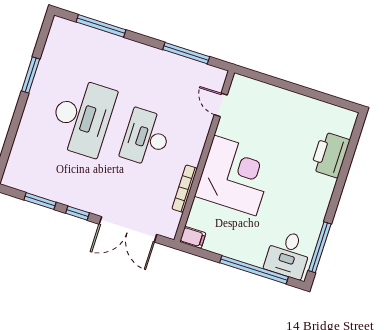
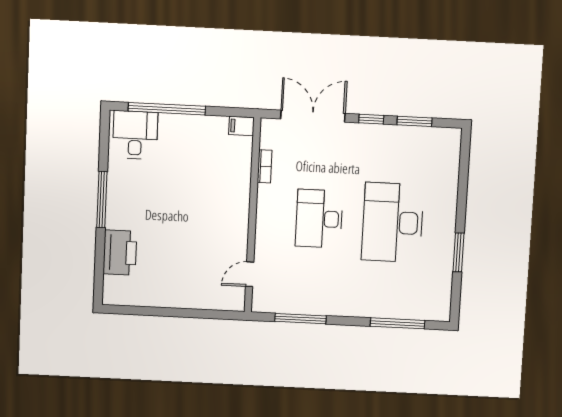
door: (221, 105) -> (250, 274), swing flipped
desk: (146, 138) -> (319, 219), turned 180
corner desk: (235, 176) -> (214, 204), removed
bookcase: (185, 189) -> (265, 166), width x0.64
window: (320, 247) -> (102, 200), moved

